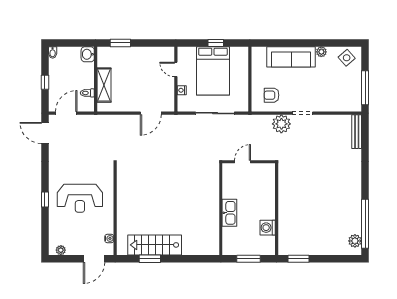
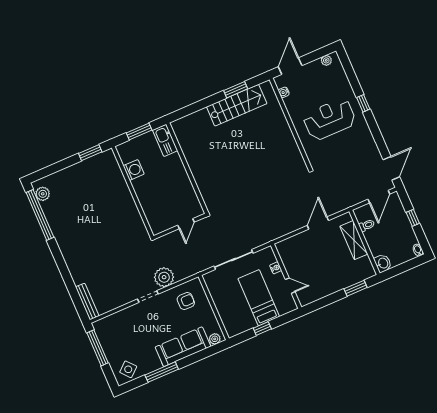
window: (319, 43) -> (162, 372), added
plant: (321, 52) -> (215, 339), moved
bed: (213, 71) -> (259, 298), width x0.67
door: (151, 113) -> (318, 223), moved
door: (45, 133) -> (391, 168), hinge flipped
kitchen sink: (229, 213) -> (165, 140), moved

